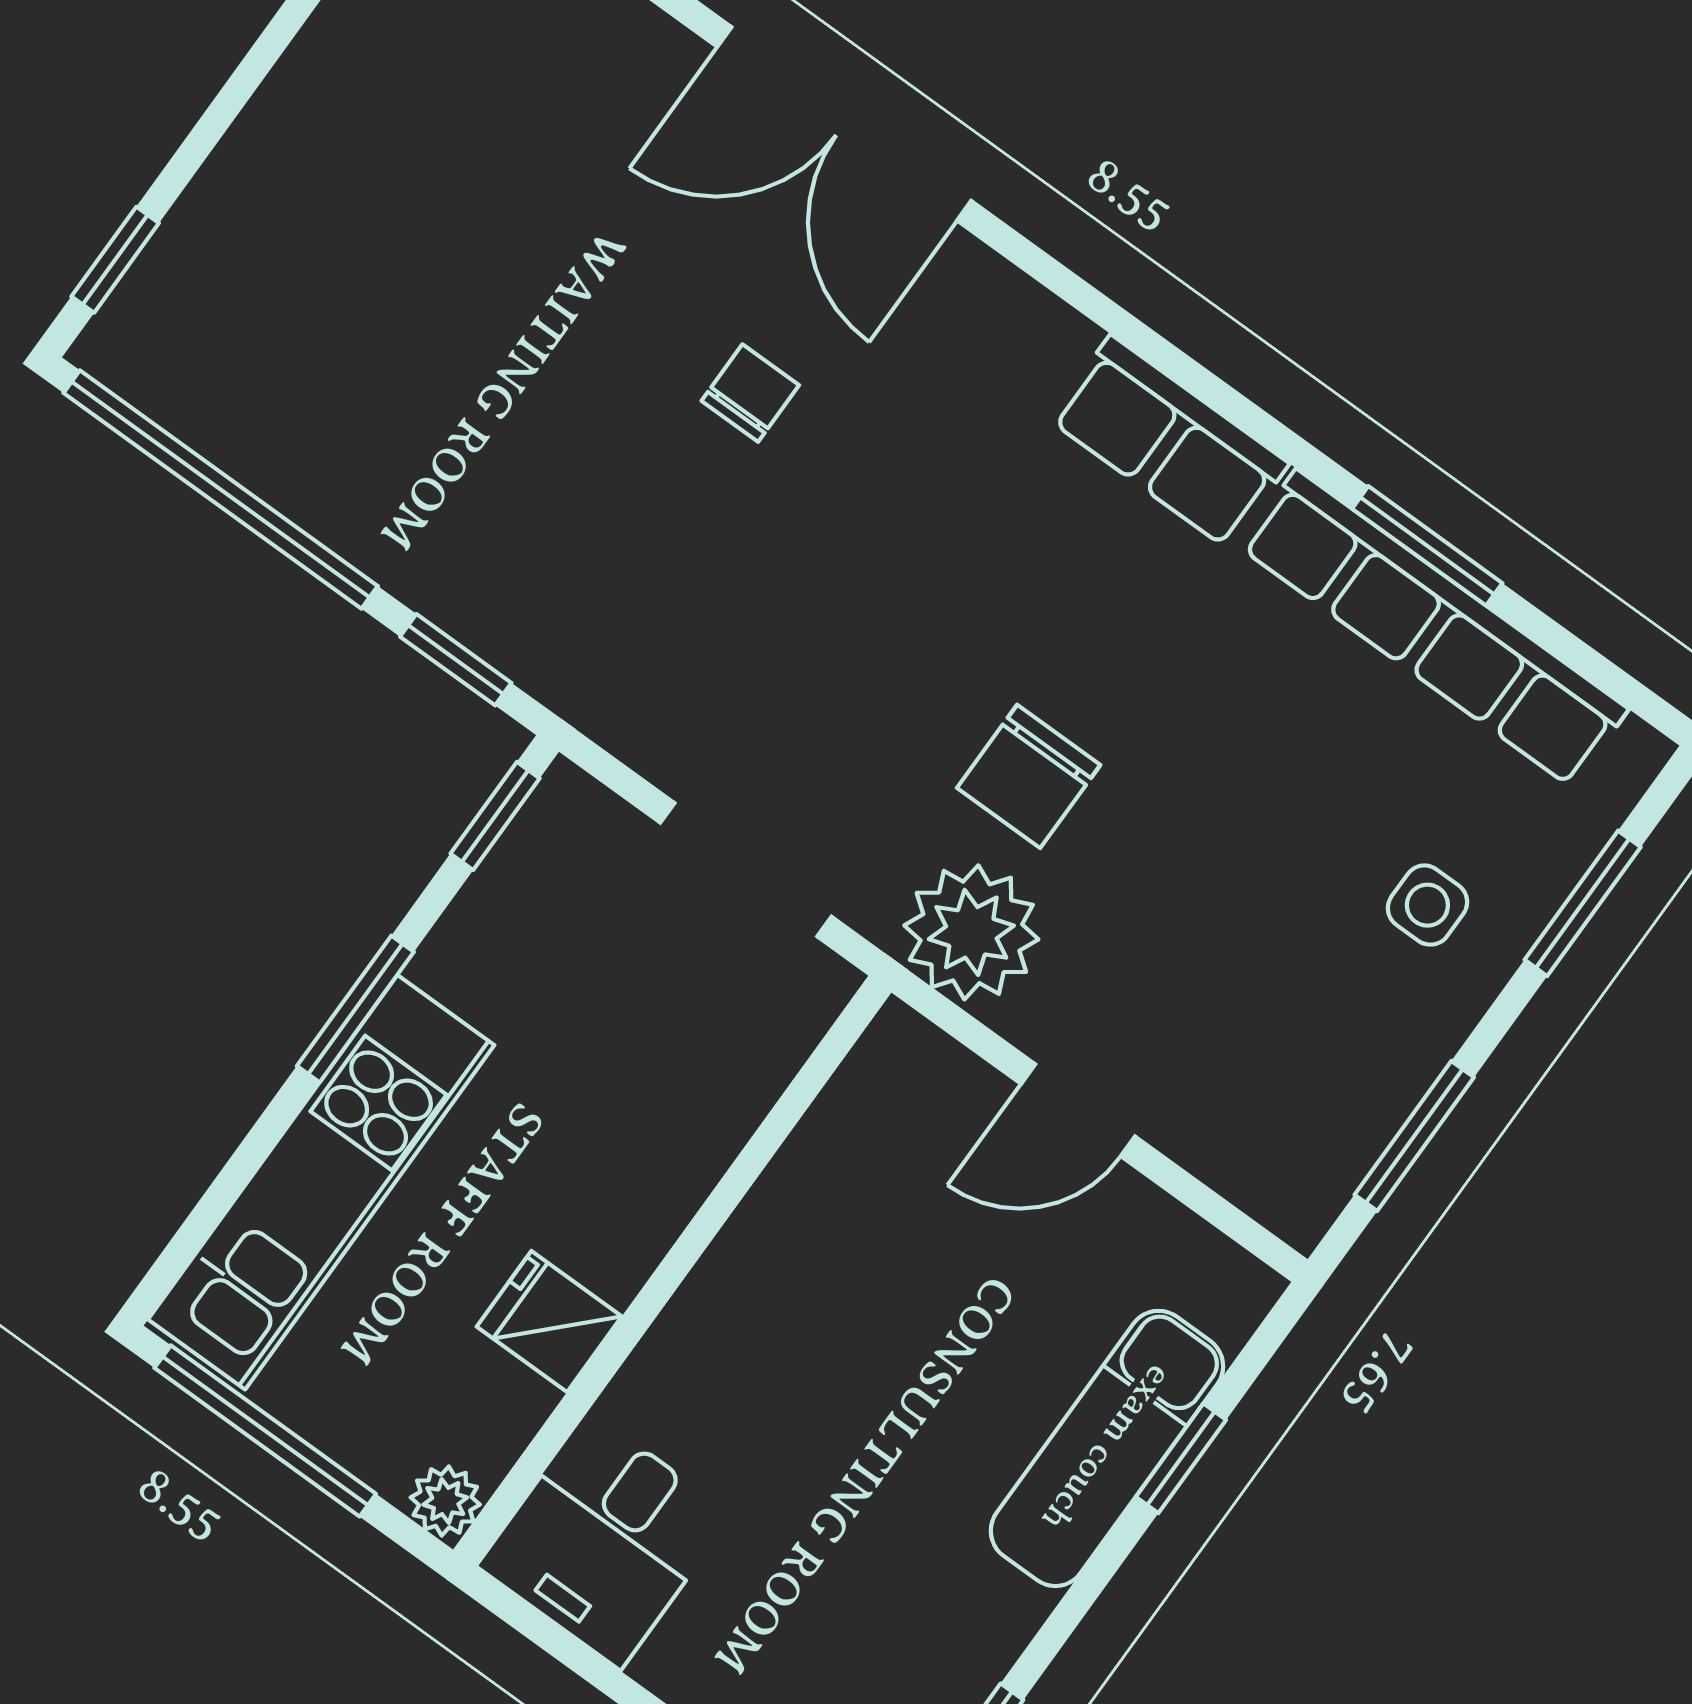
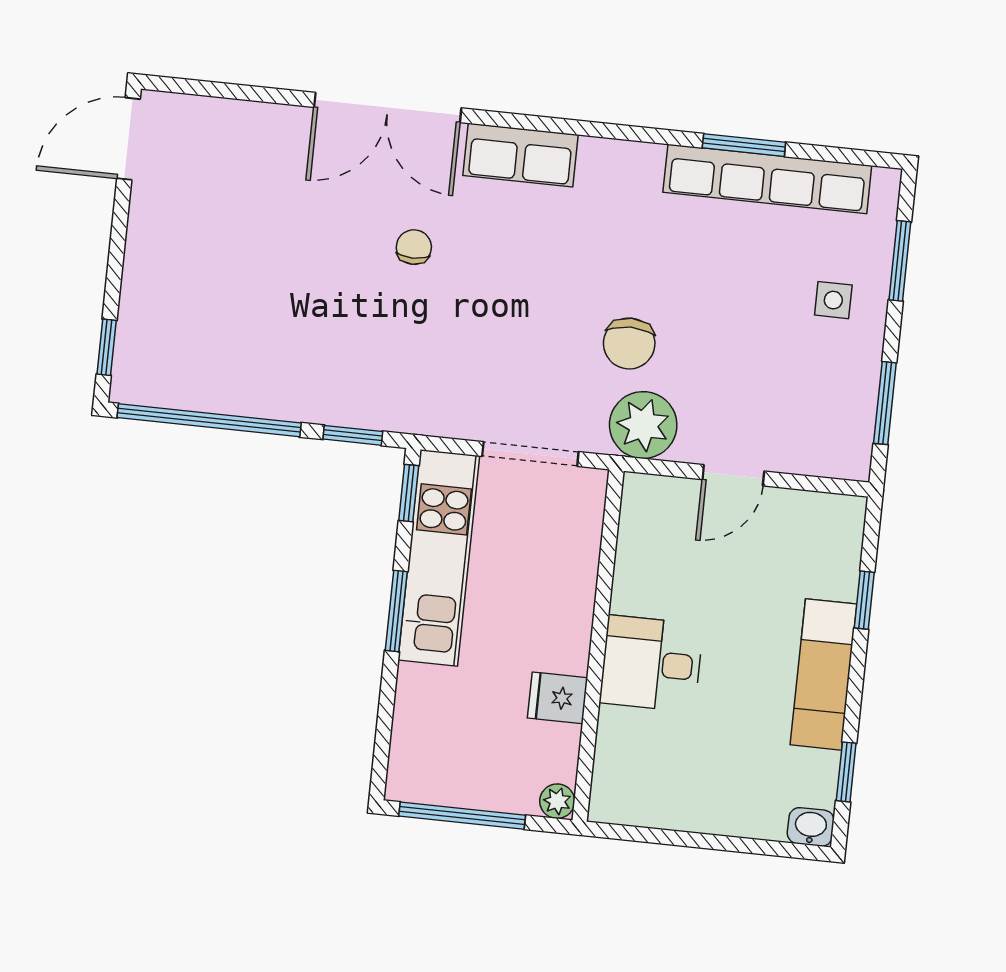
row of seats: (1169, 442) -> (521, 155), moved
kitchen unit: (321, 1182) -> (439, 558), moved
exam couch: (1107, 1448) -> (823, 674), moved
desk: (605, 1540) -> (651, 664), moved, turned 90

